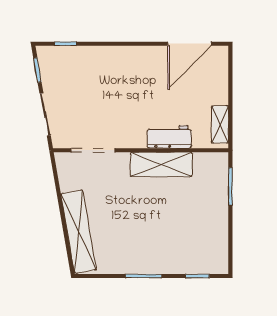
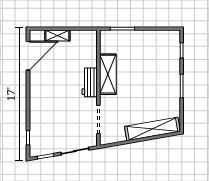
door: (190, 44) -> (28, 56), hinge flipped
shelving: (220, 124) -> (57, 35), moved
workbench: (169, 137) -> (90, 82), moved

